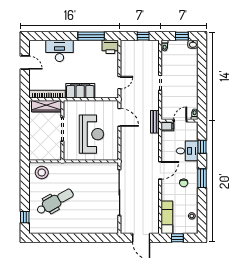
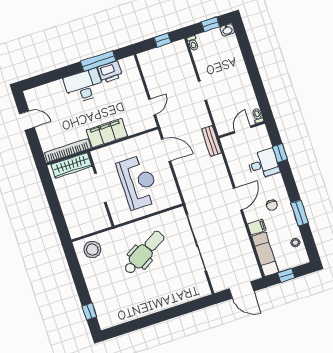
printer: (110, 47) -> (110, 72), moved
desk: (59, 51) -> (84, 86), moved
filing cabinet: (167, 126) -> (257, 227), moved
window: (202, 178) -> (300, 213), moved
dental chair: (55, 202) -> (144, 253), moved

